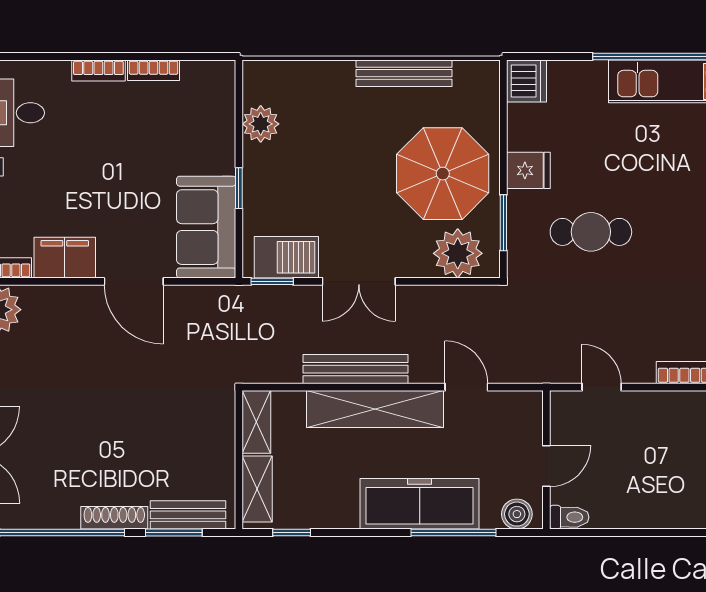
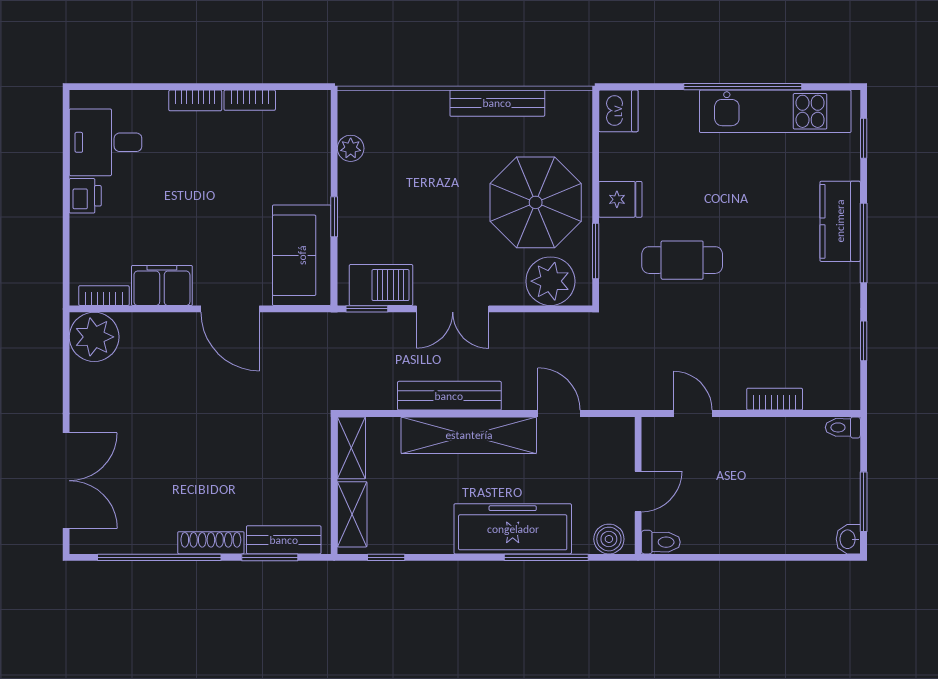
plant: (261, 124) -> (351, 148), width x0.73, depth x0.73

